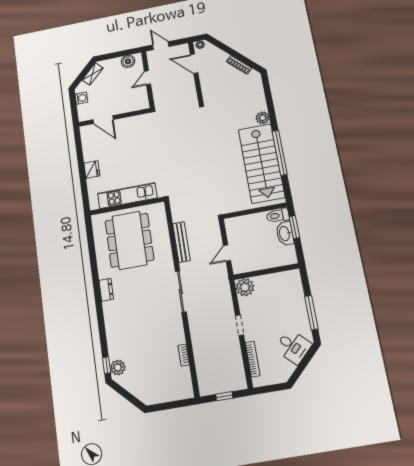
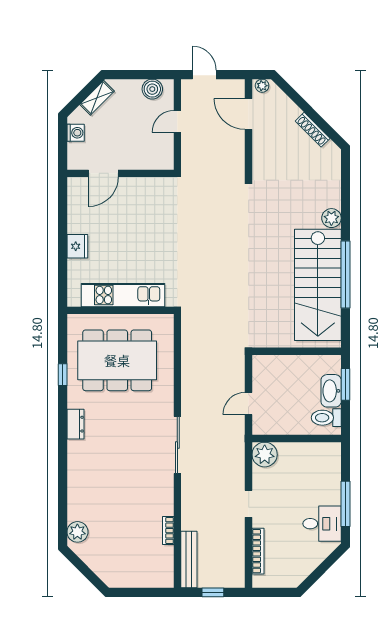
door: (103, 120) -> (103, 173), hinge flipped
toilet: (278, 216) -> (326, 418), moved
dining table: (129, 240) -> (117, 360), turned 90
bench: (181, 242) -> (189, 560), moved
desk: (293, 347) -> (322, 524), moved, turned -45
window: (107, 365) -> (63, 375), moved

